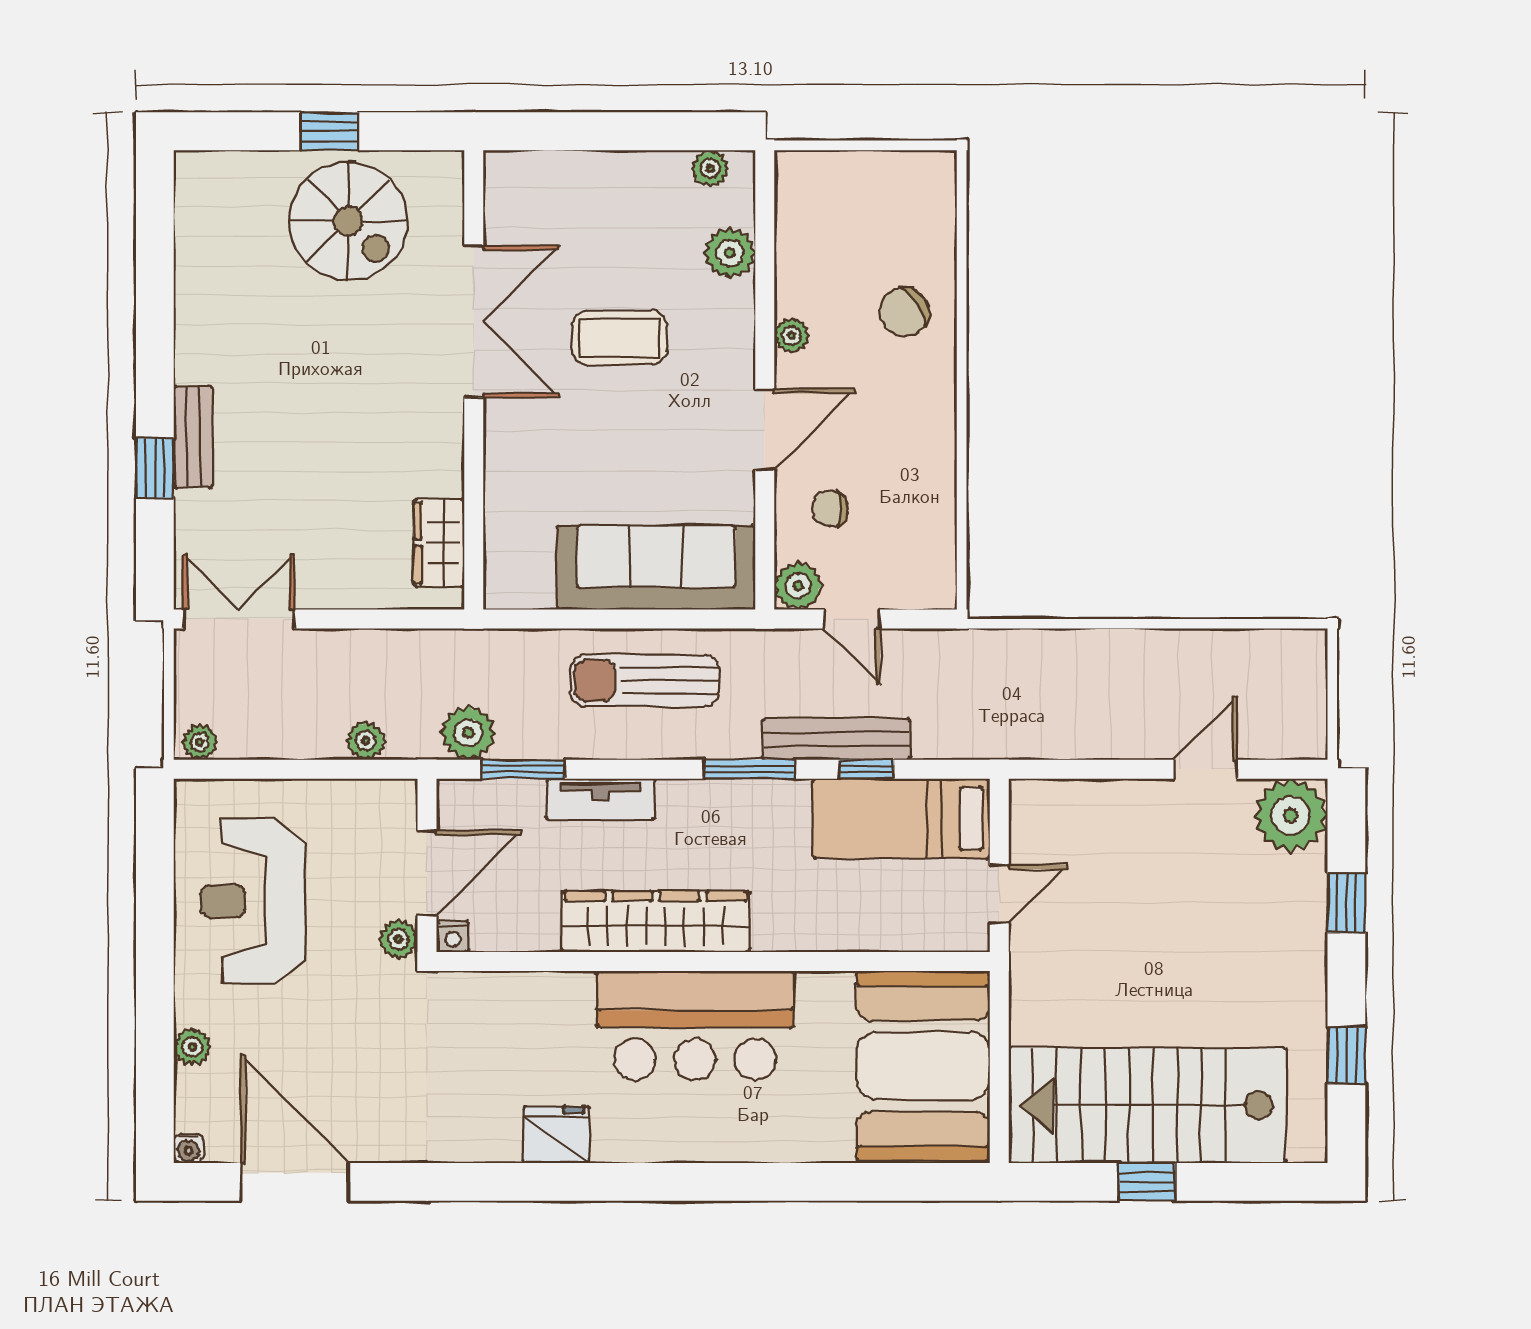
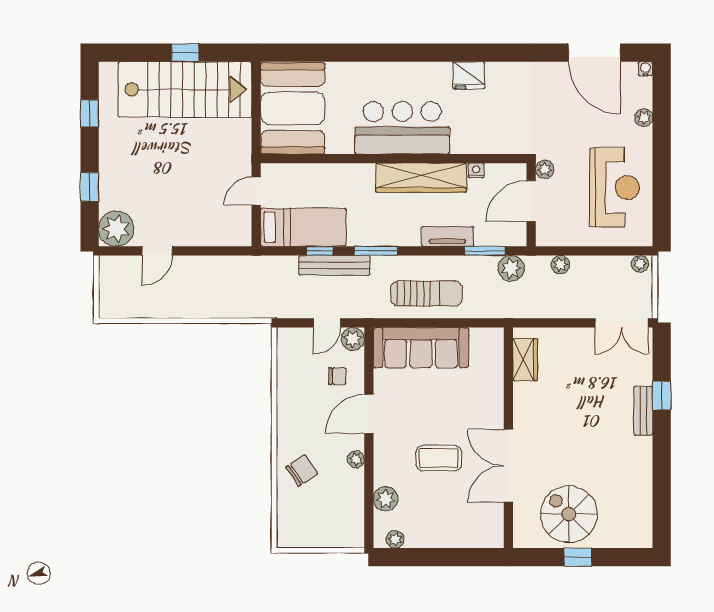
door: (852, 619) -> (327, 323), swing flipped
nightstand: (453, 937) -> (476, 170), moved

